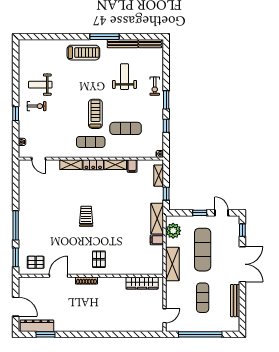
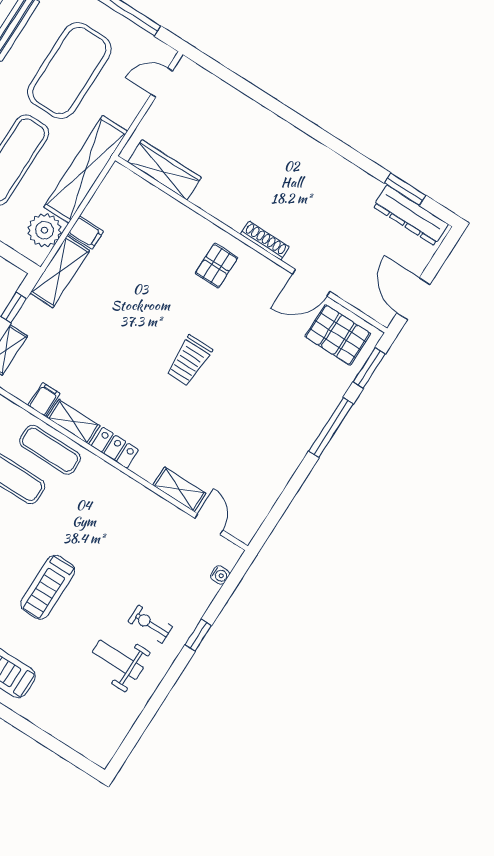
weight bench: (40, 85) -> (118, 660), turned 180
treadmill: (95, 114) -> (48, 587), moved
exercise mat: (91, 142) -> (50, 450), moved
shelving: (71, 165) -> (179, 489), moved
pallet: (36, 262) -> (338, 335), width x1.50, depth x1.42
shelving: (172, 264) -> (86, 169), width x1.47
exercise mat: (203, 298) -> (69, 71), width x2.00, depth x1.45
door: (16, 307) -> (413, 299), moved

